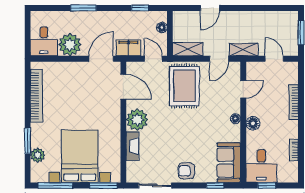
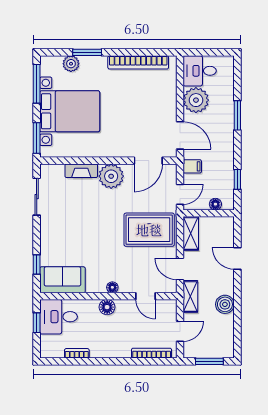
boiler: (250, 19) -> (225, 304), added
filing cabinet: (128, 48) -> (192, 166), width x0.50
bookcase: (294, 102) -> (152, 353), moved
armchair: (186, 171) -> (53, 232), removed

